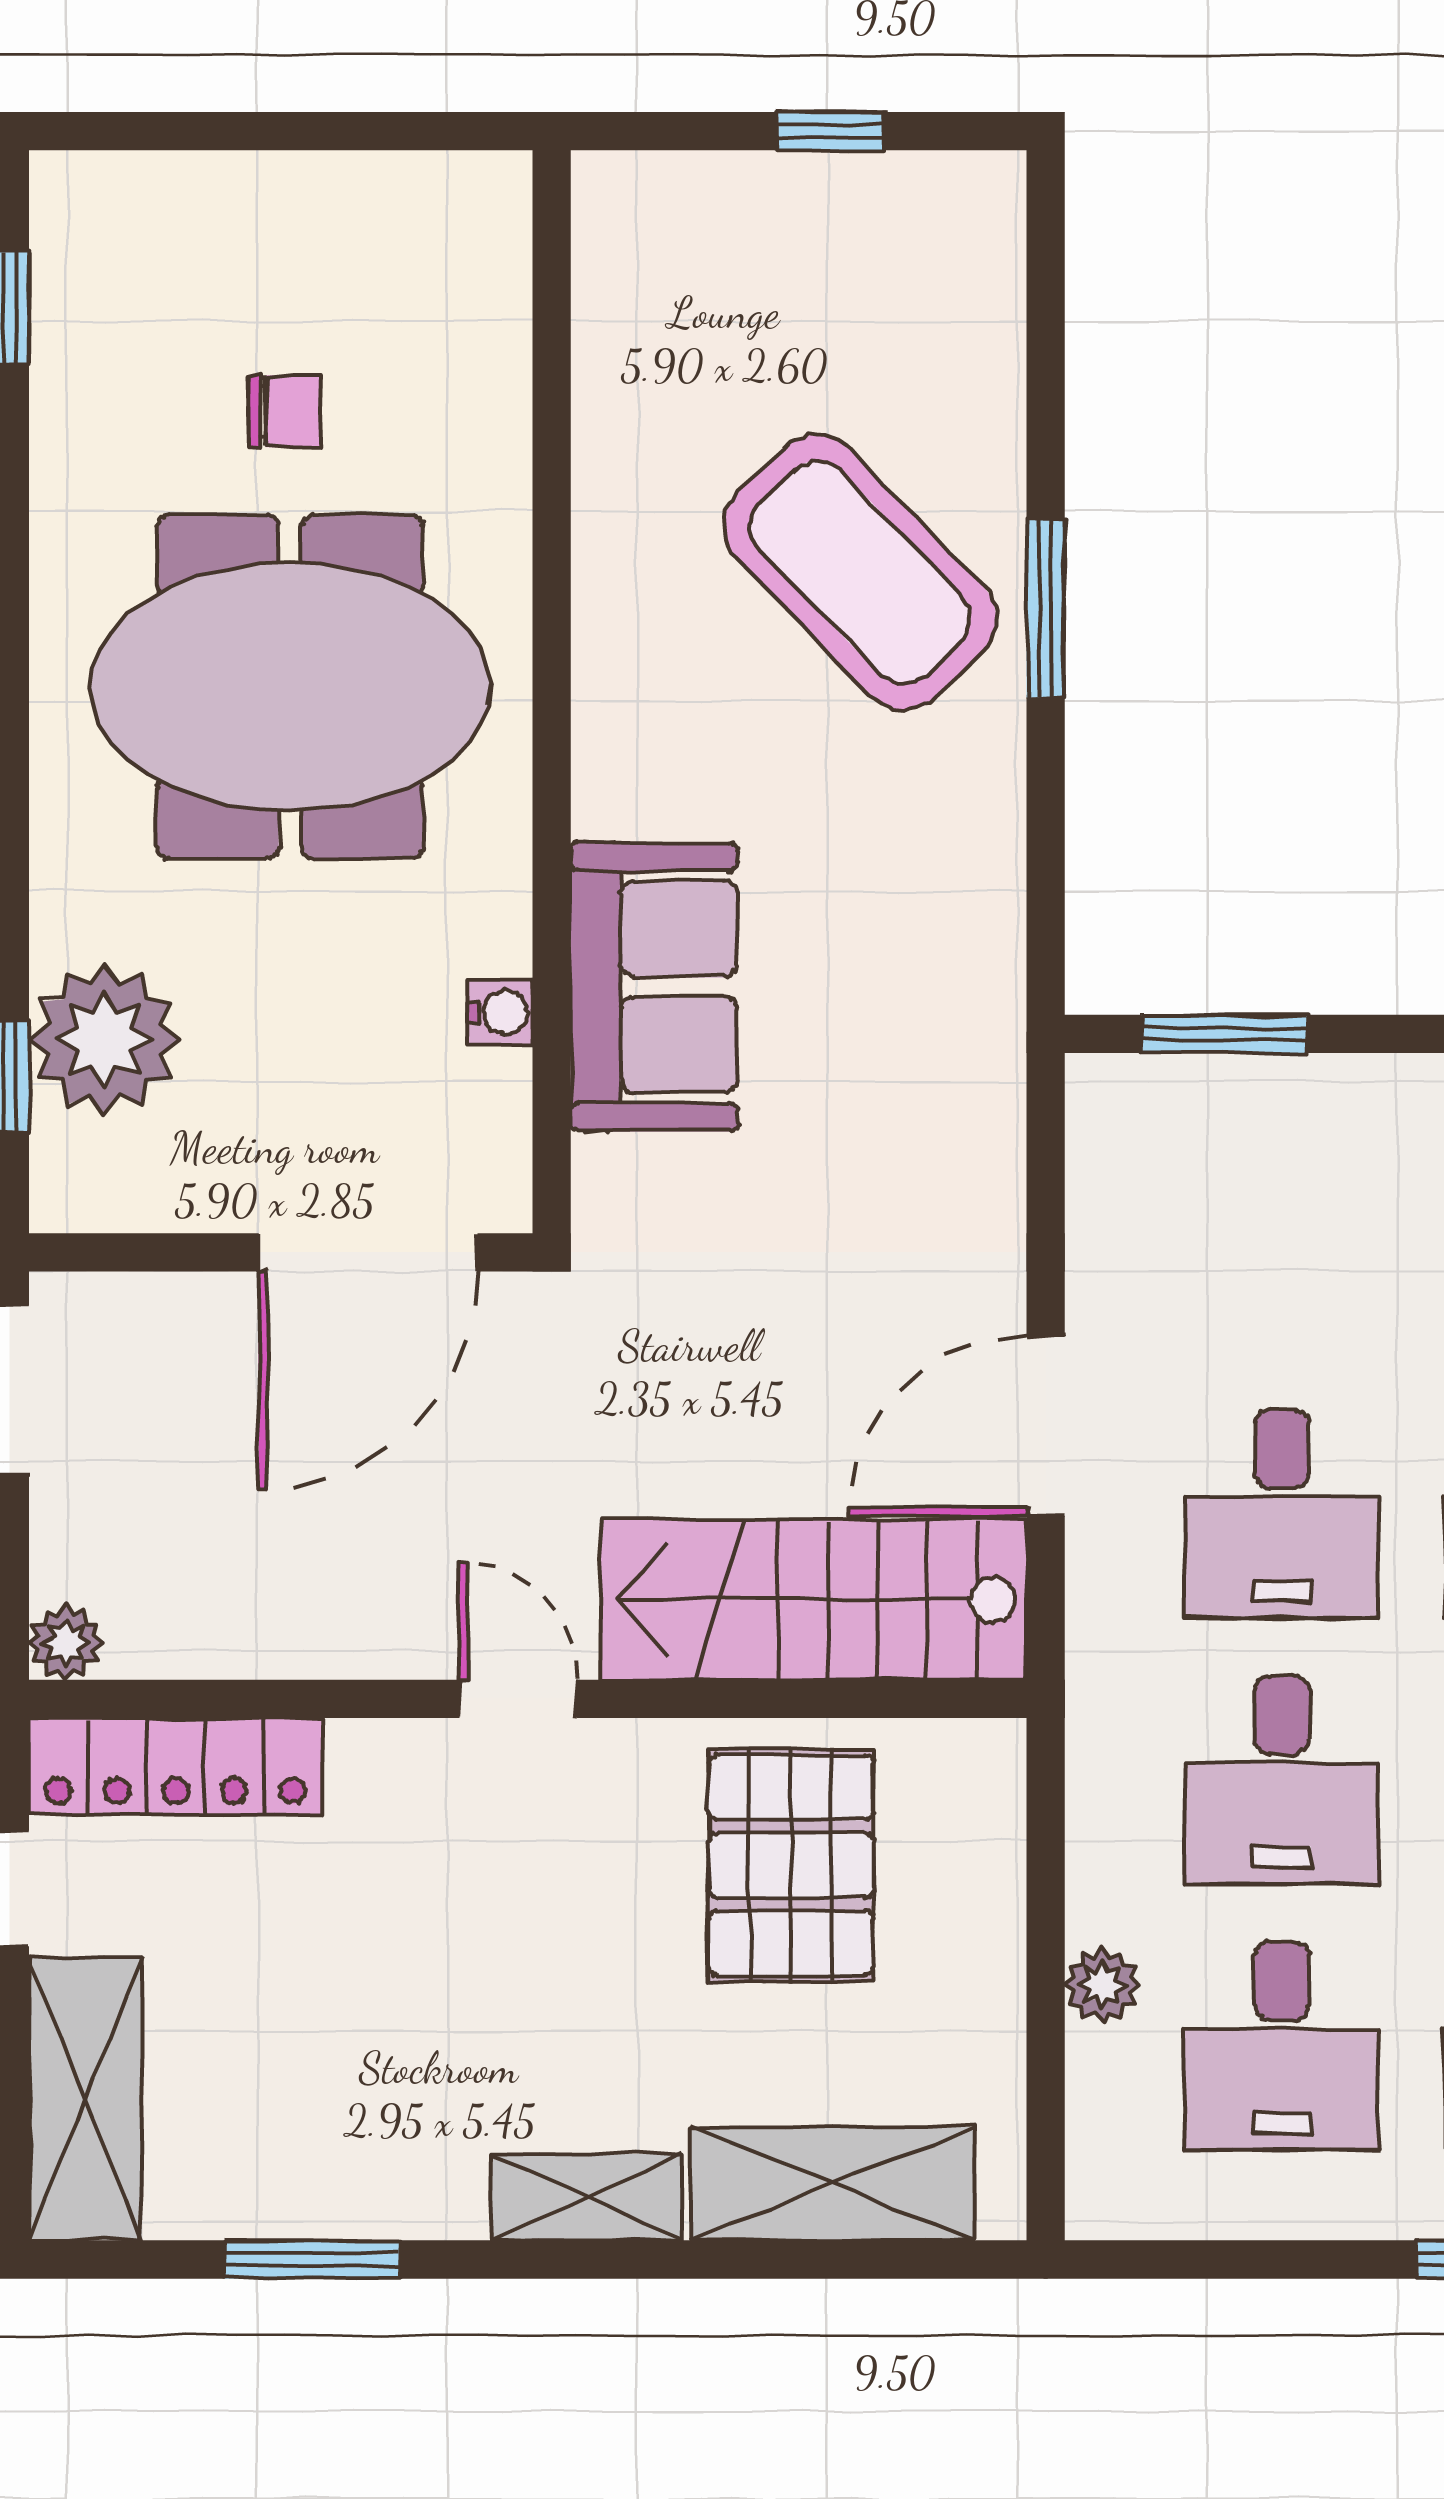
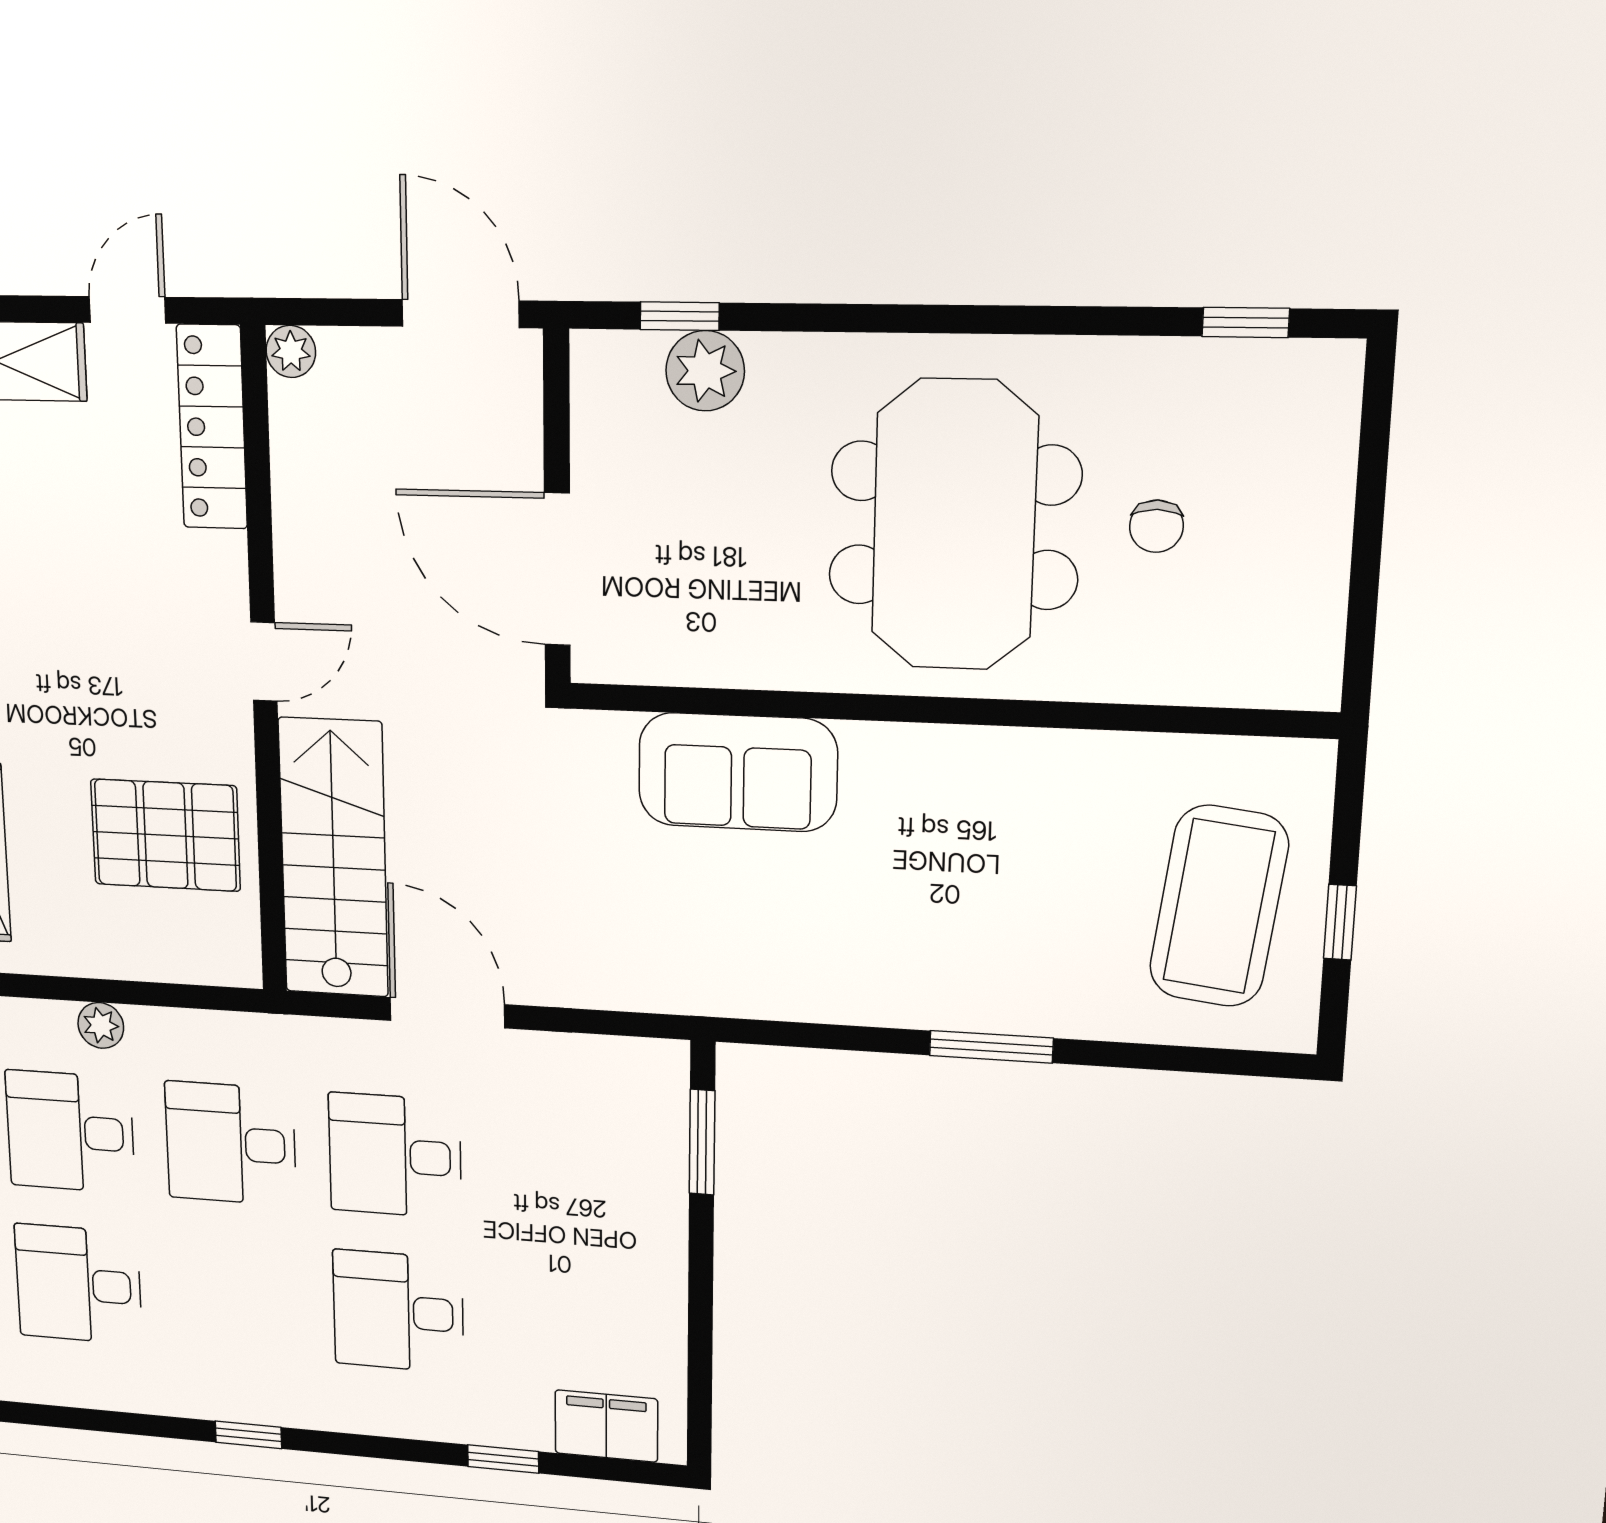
coffee table: (860, 572) -> (1219, 906), moved, turned -39
water cooler: (500, 1012) -> (721, 666), removed
plant: (104, 1040) -> (705, 371), width x0.73, depth x0.73

